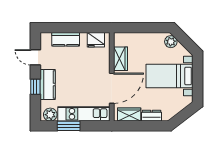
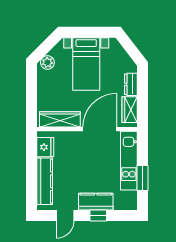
kitchen counter: (66, 39) -> (45, 181), width x1.50
wardrobe: (120, 59) -> (60, 119), width x1.50
door: (112, 88) -> (100, 129), hinge flipped
plant: (50, 115) -> (130, 199), removed

